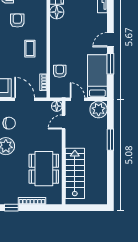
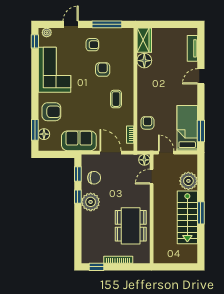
door: (110, 40) -> (201, 76), moved
window: (110, 64) -> (201, 131), moved
plant: (99, 109) -> (188, 181), moved
window: (110, 140) -> (201, 213), moved
stairs: (75, 173) -> (187, 217), moved, turned 180

